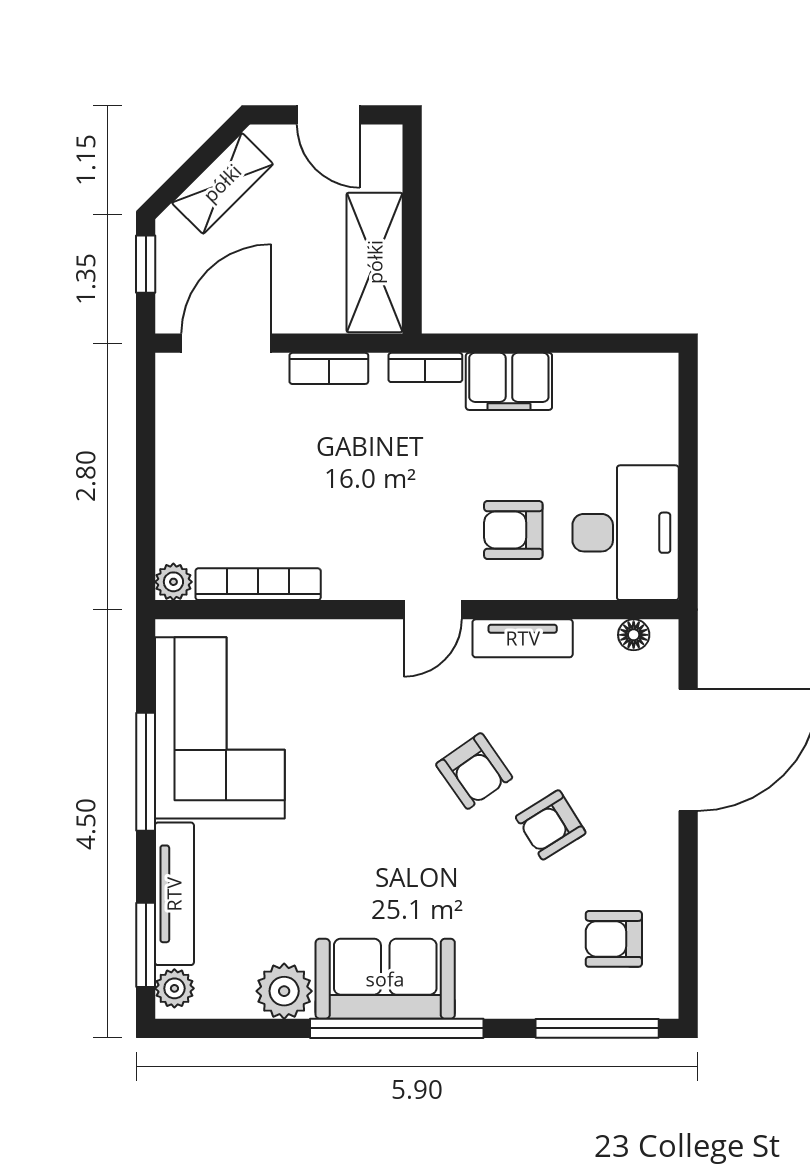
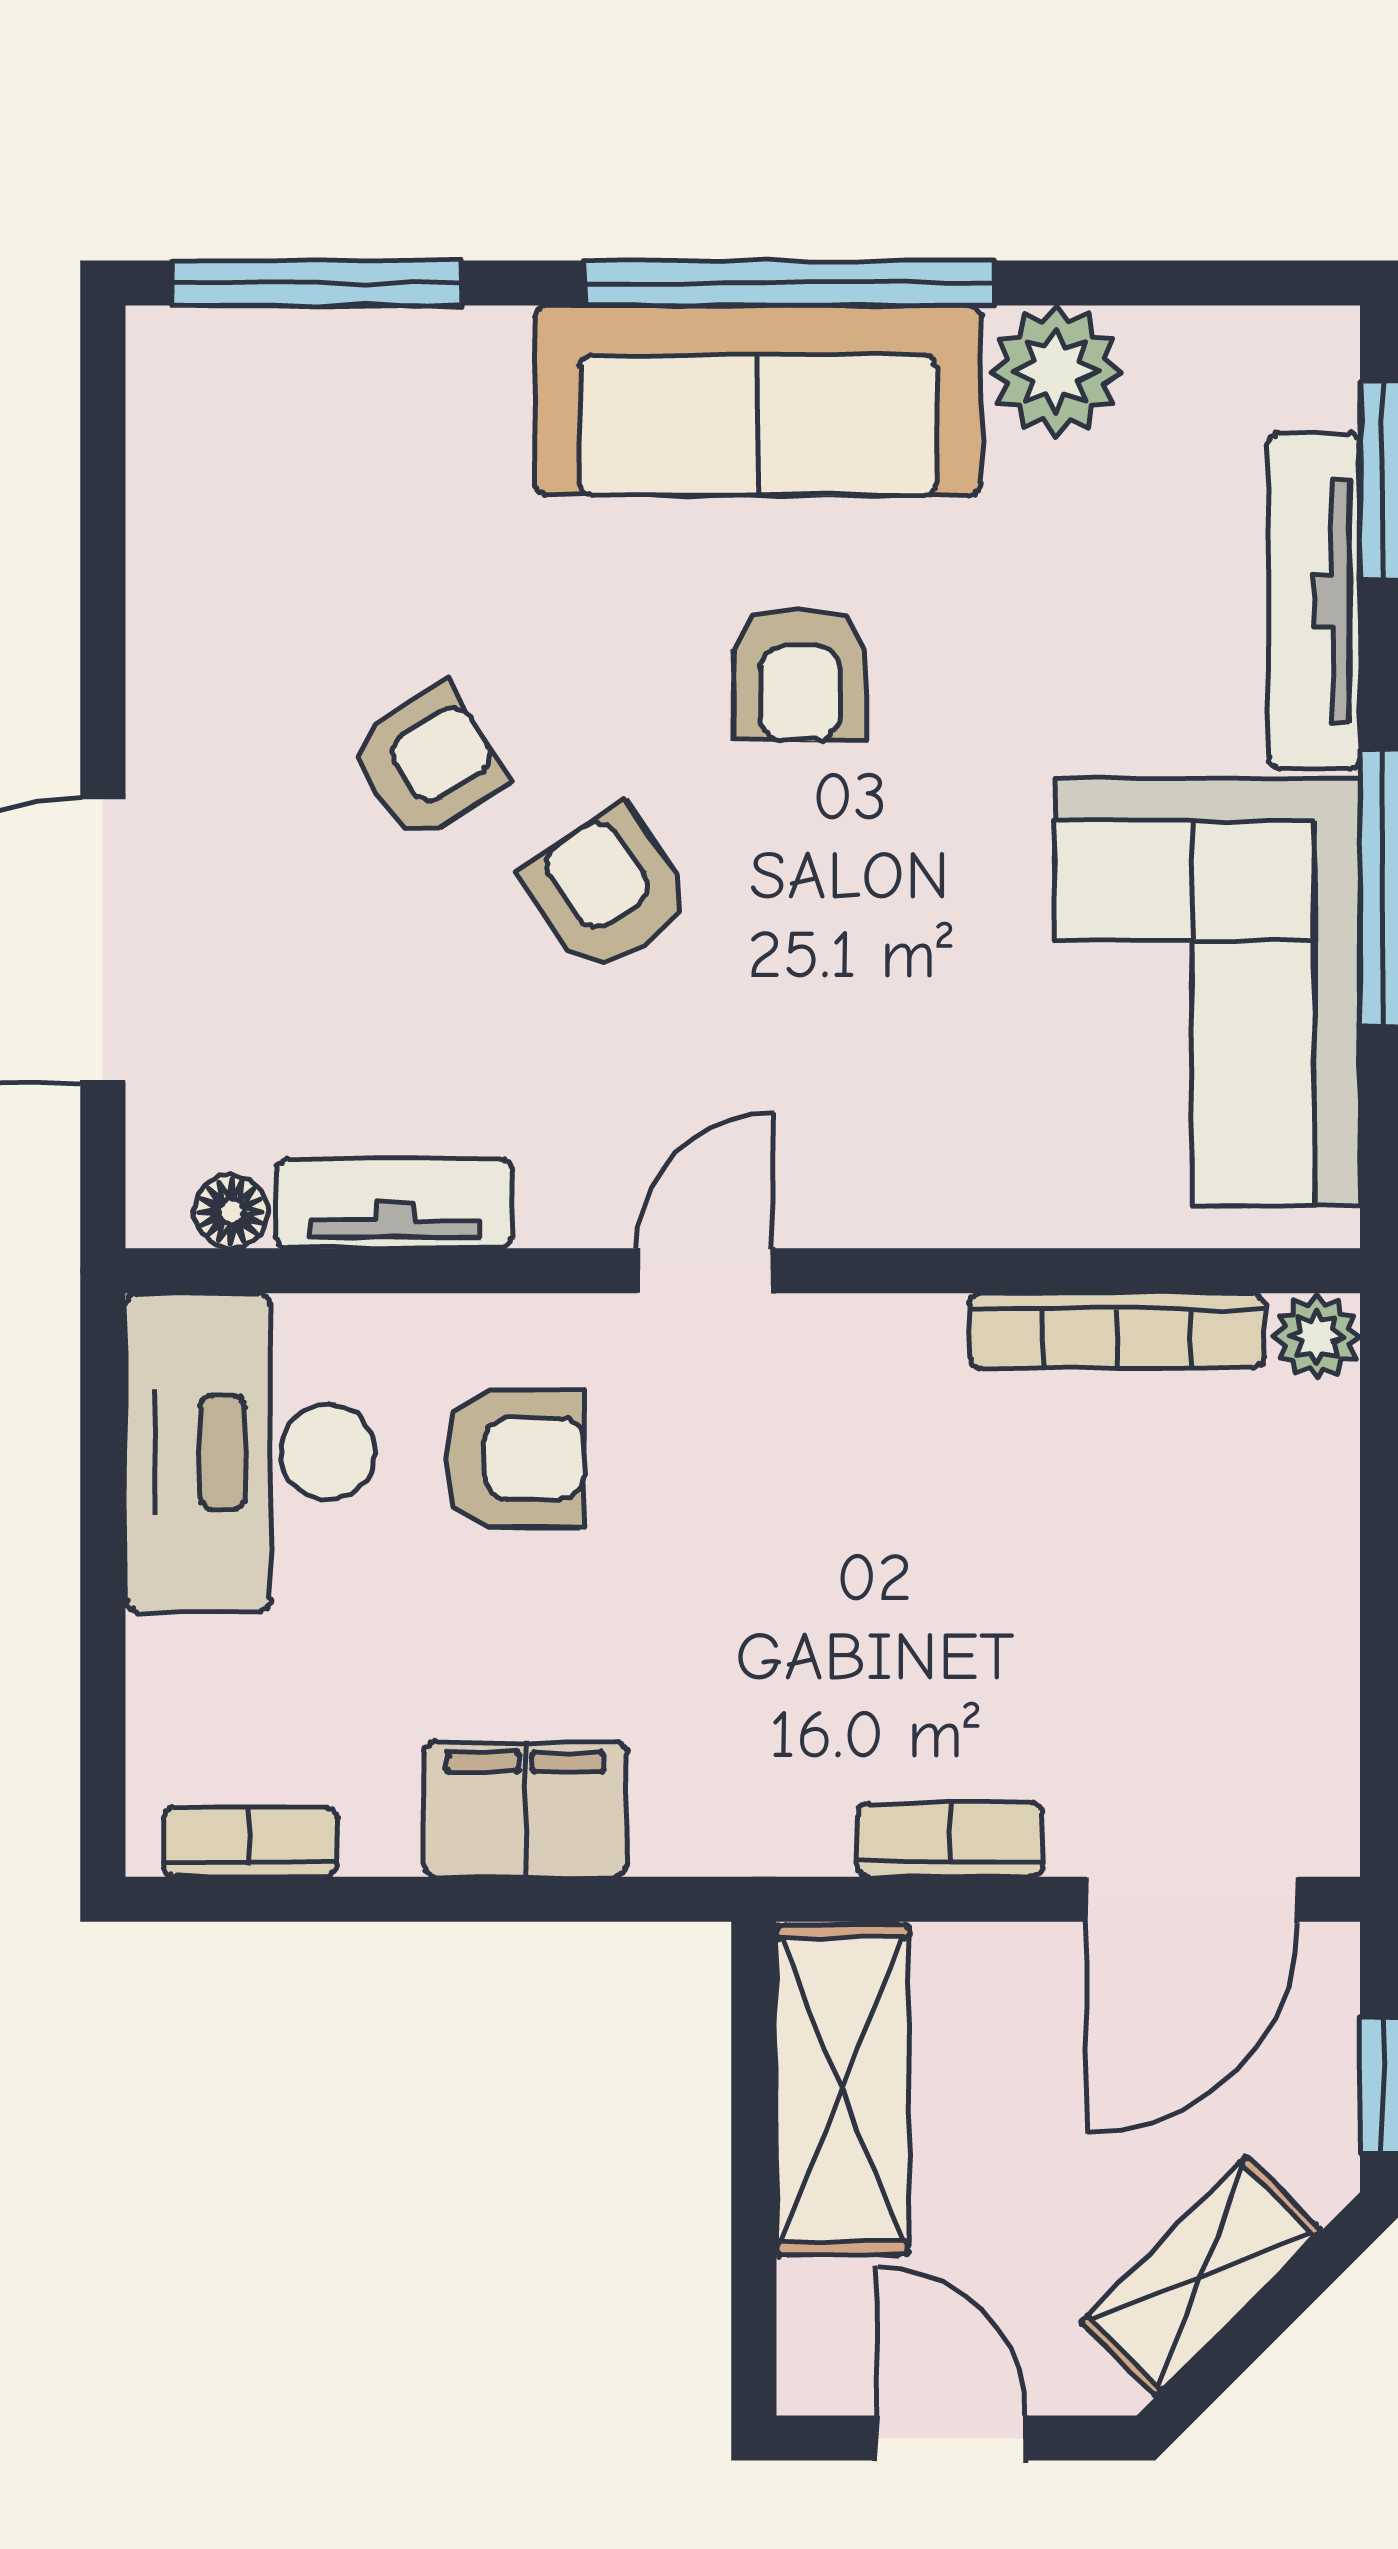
bookcase: (425, 367) -> (250, 1842), moved
tv unit: (523, 638) -> (395, 1203), moved
armchair: (614, 939) -> (800, 675), moved, turned 90
sofa: (385, 979) -> (758, 400), width x1.36
plant: (174, 988) -> (1314, 378), removed

